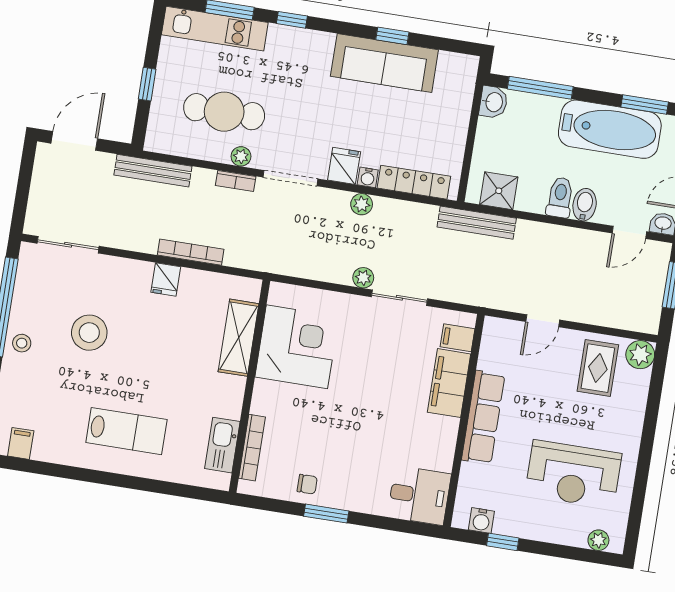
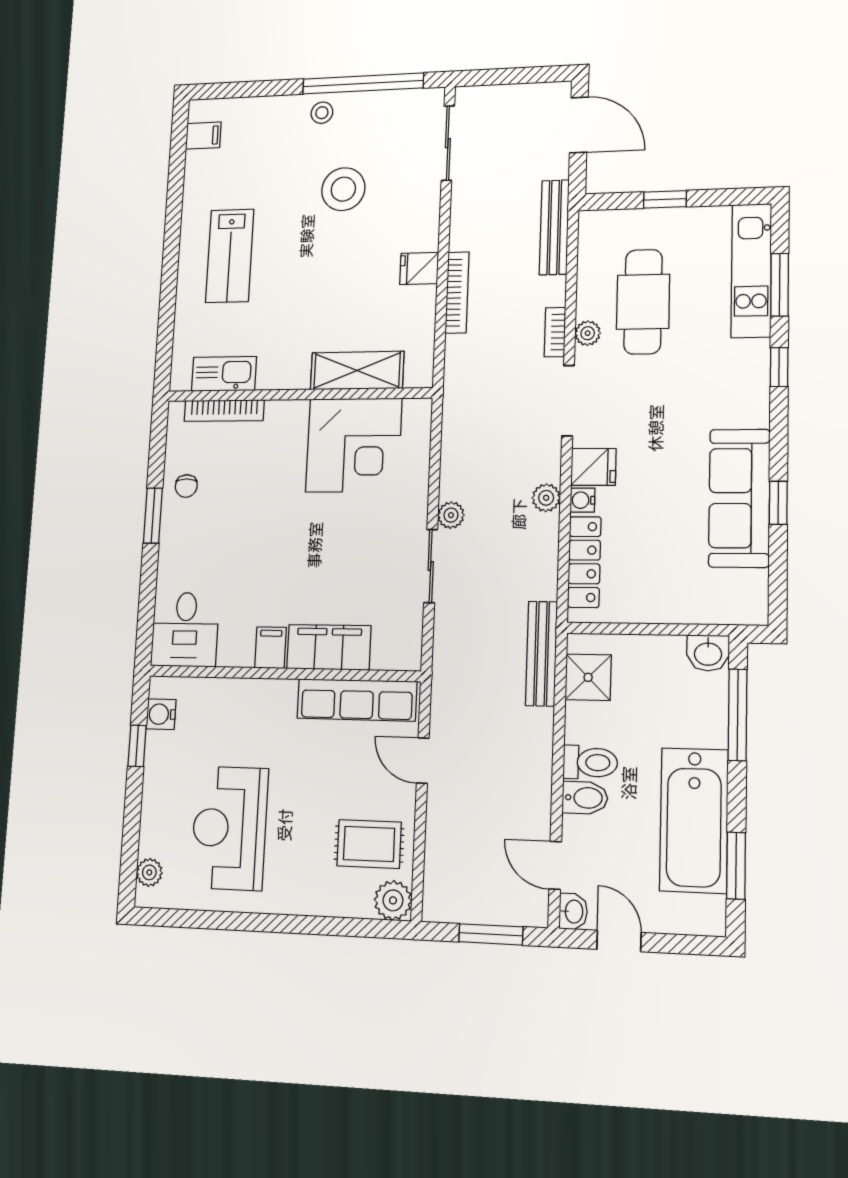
filing cabinet: (457, 338) -> (270, 648), moved
row of seats: (483, 417) -> (357, 700), moved

